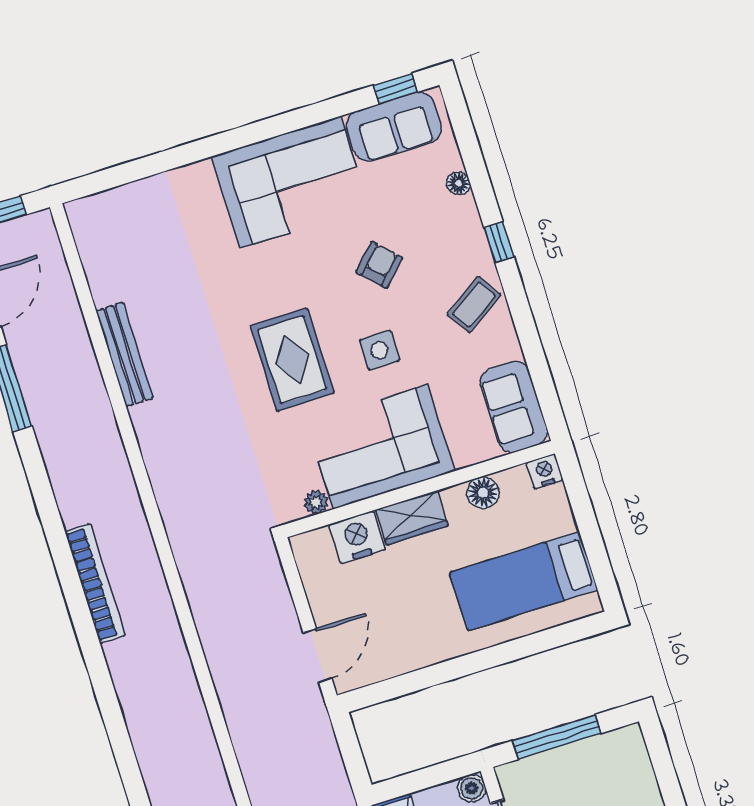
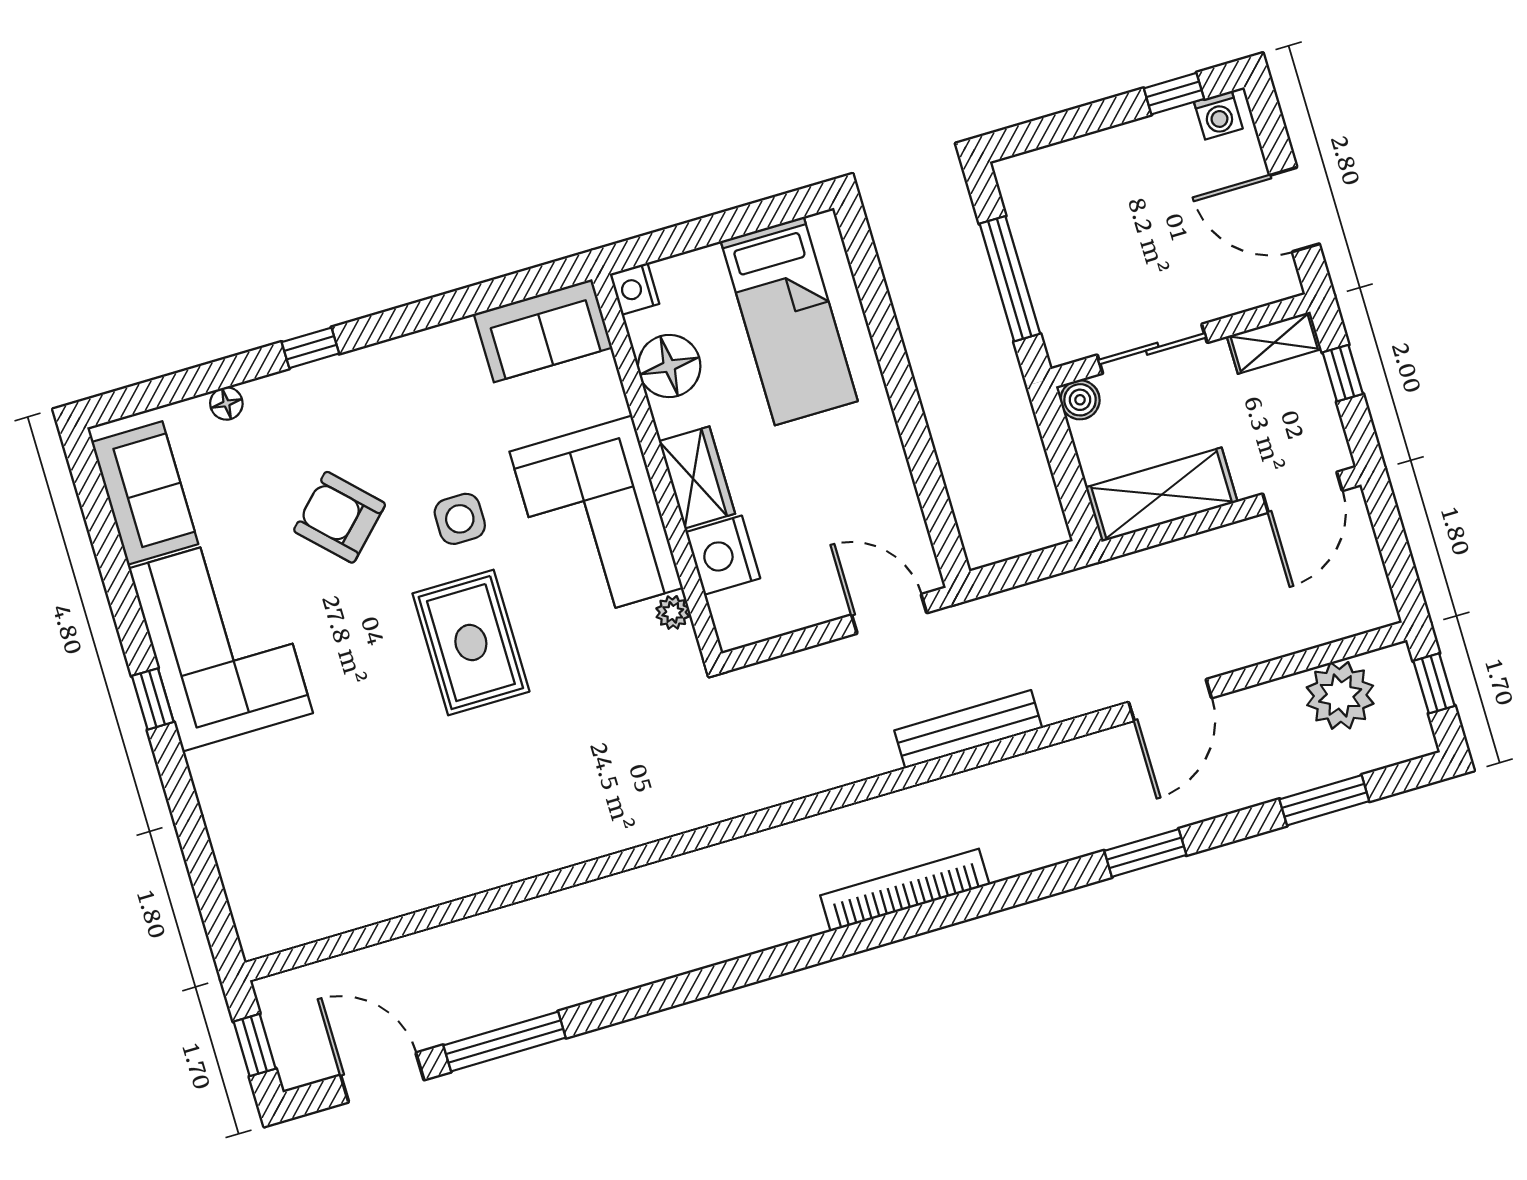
window: (395, 89) -> (153, 699), moved
armchair: (379, 265) -> (340, 517), width x1.38, depth x1.38
coffee table: (474, 305) -> (398, 385), removed
bench: (124, 354) -> (968, 729), moved
rug: (292, 360) -> (471, 643), turned 90
floor lamp: (483, 493) -> (669, 366), width x1.38, depth x1.38
bookcase: (95, 583) -> (905, 890), moved

